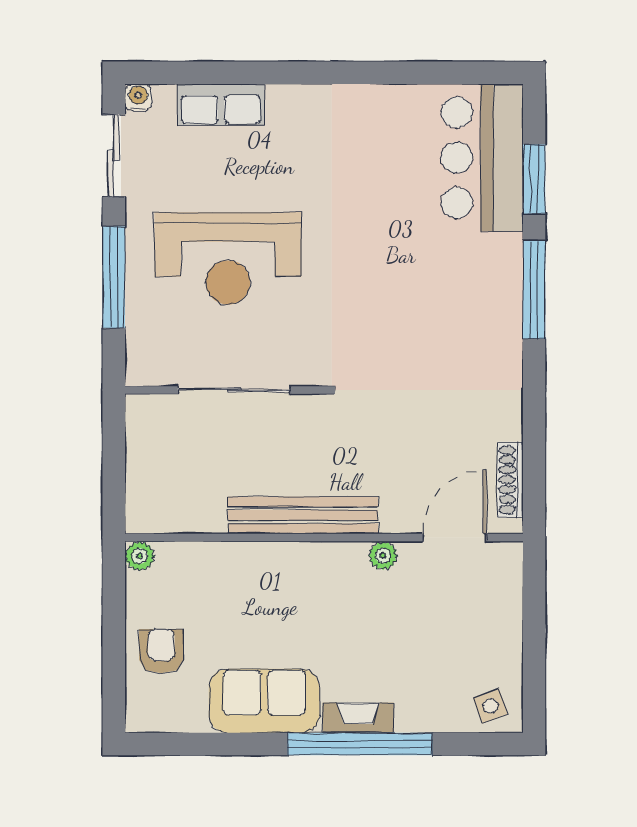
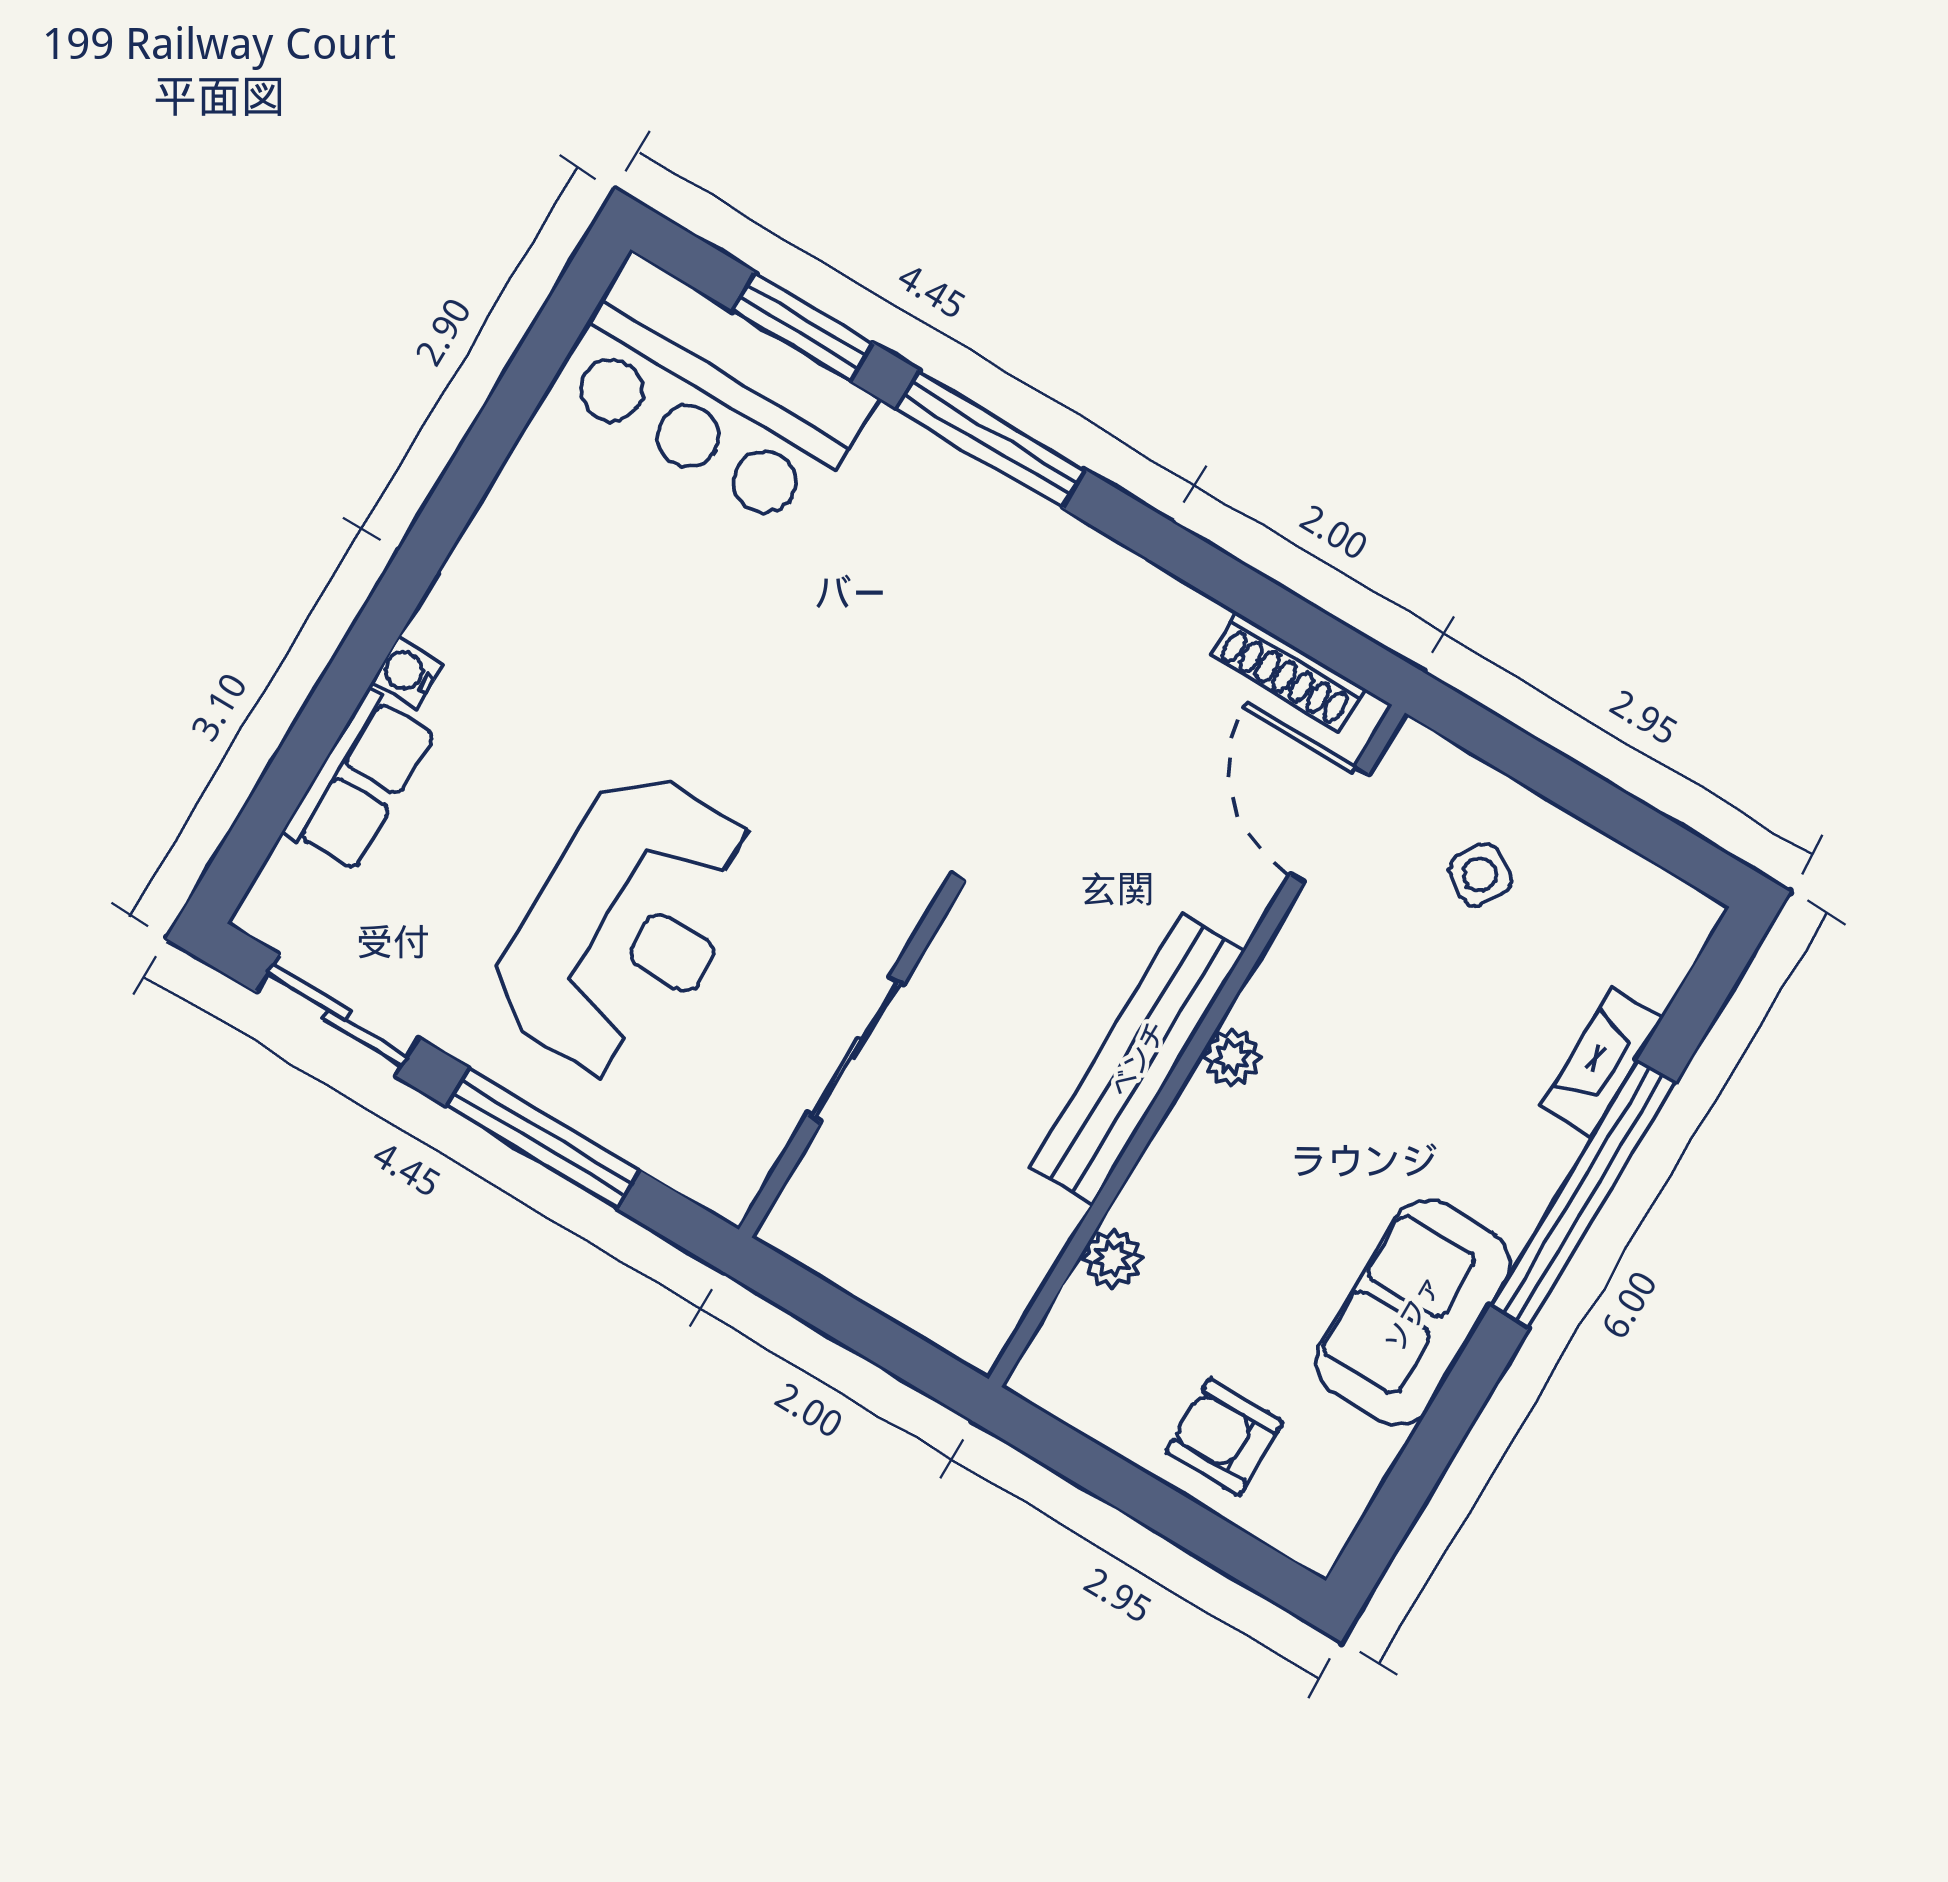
water cooler: (138, 97) -> (408, 673), moved
sliding door: (234, 390) -> (856, 1049), width x0.73
plant: (140, 556) -> (1112, 1259), moved
plant: (383, 556) -> (1232, 1057), moved
side table: (490, 706) -> (1480, 875), moved, turned -36
fireplace: (358, 718) -> (1602, 1062), moved

